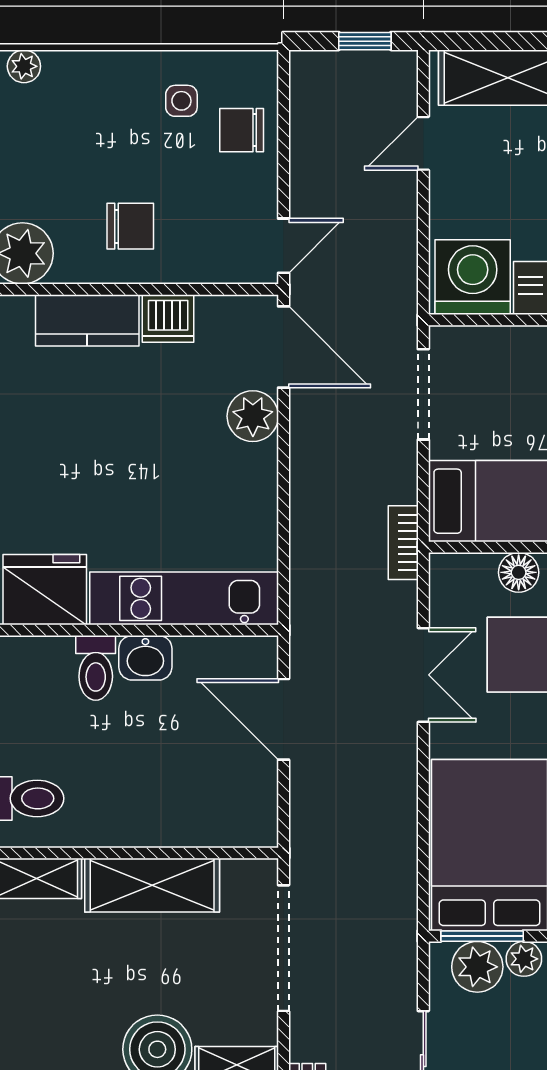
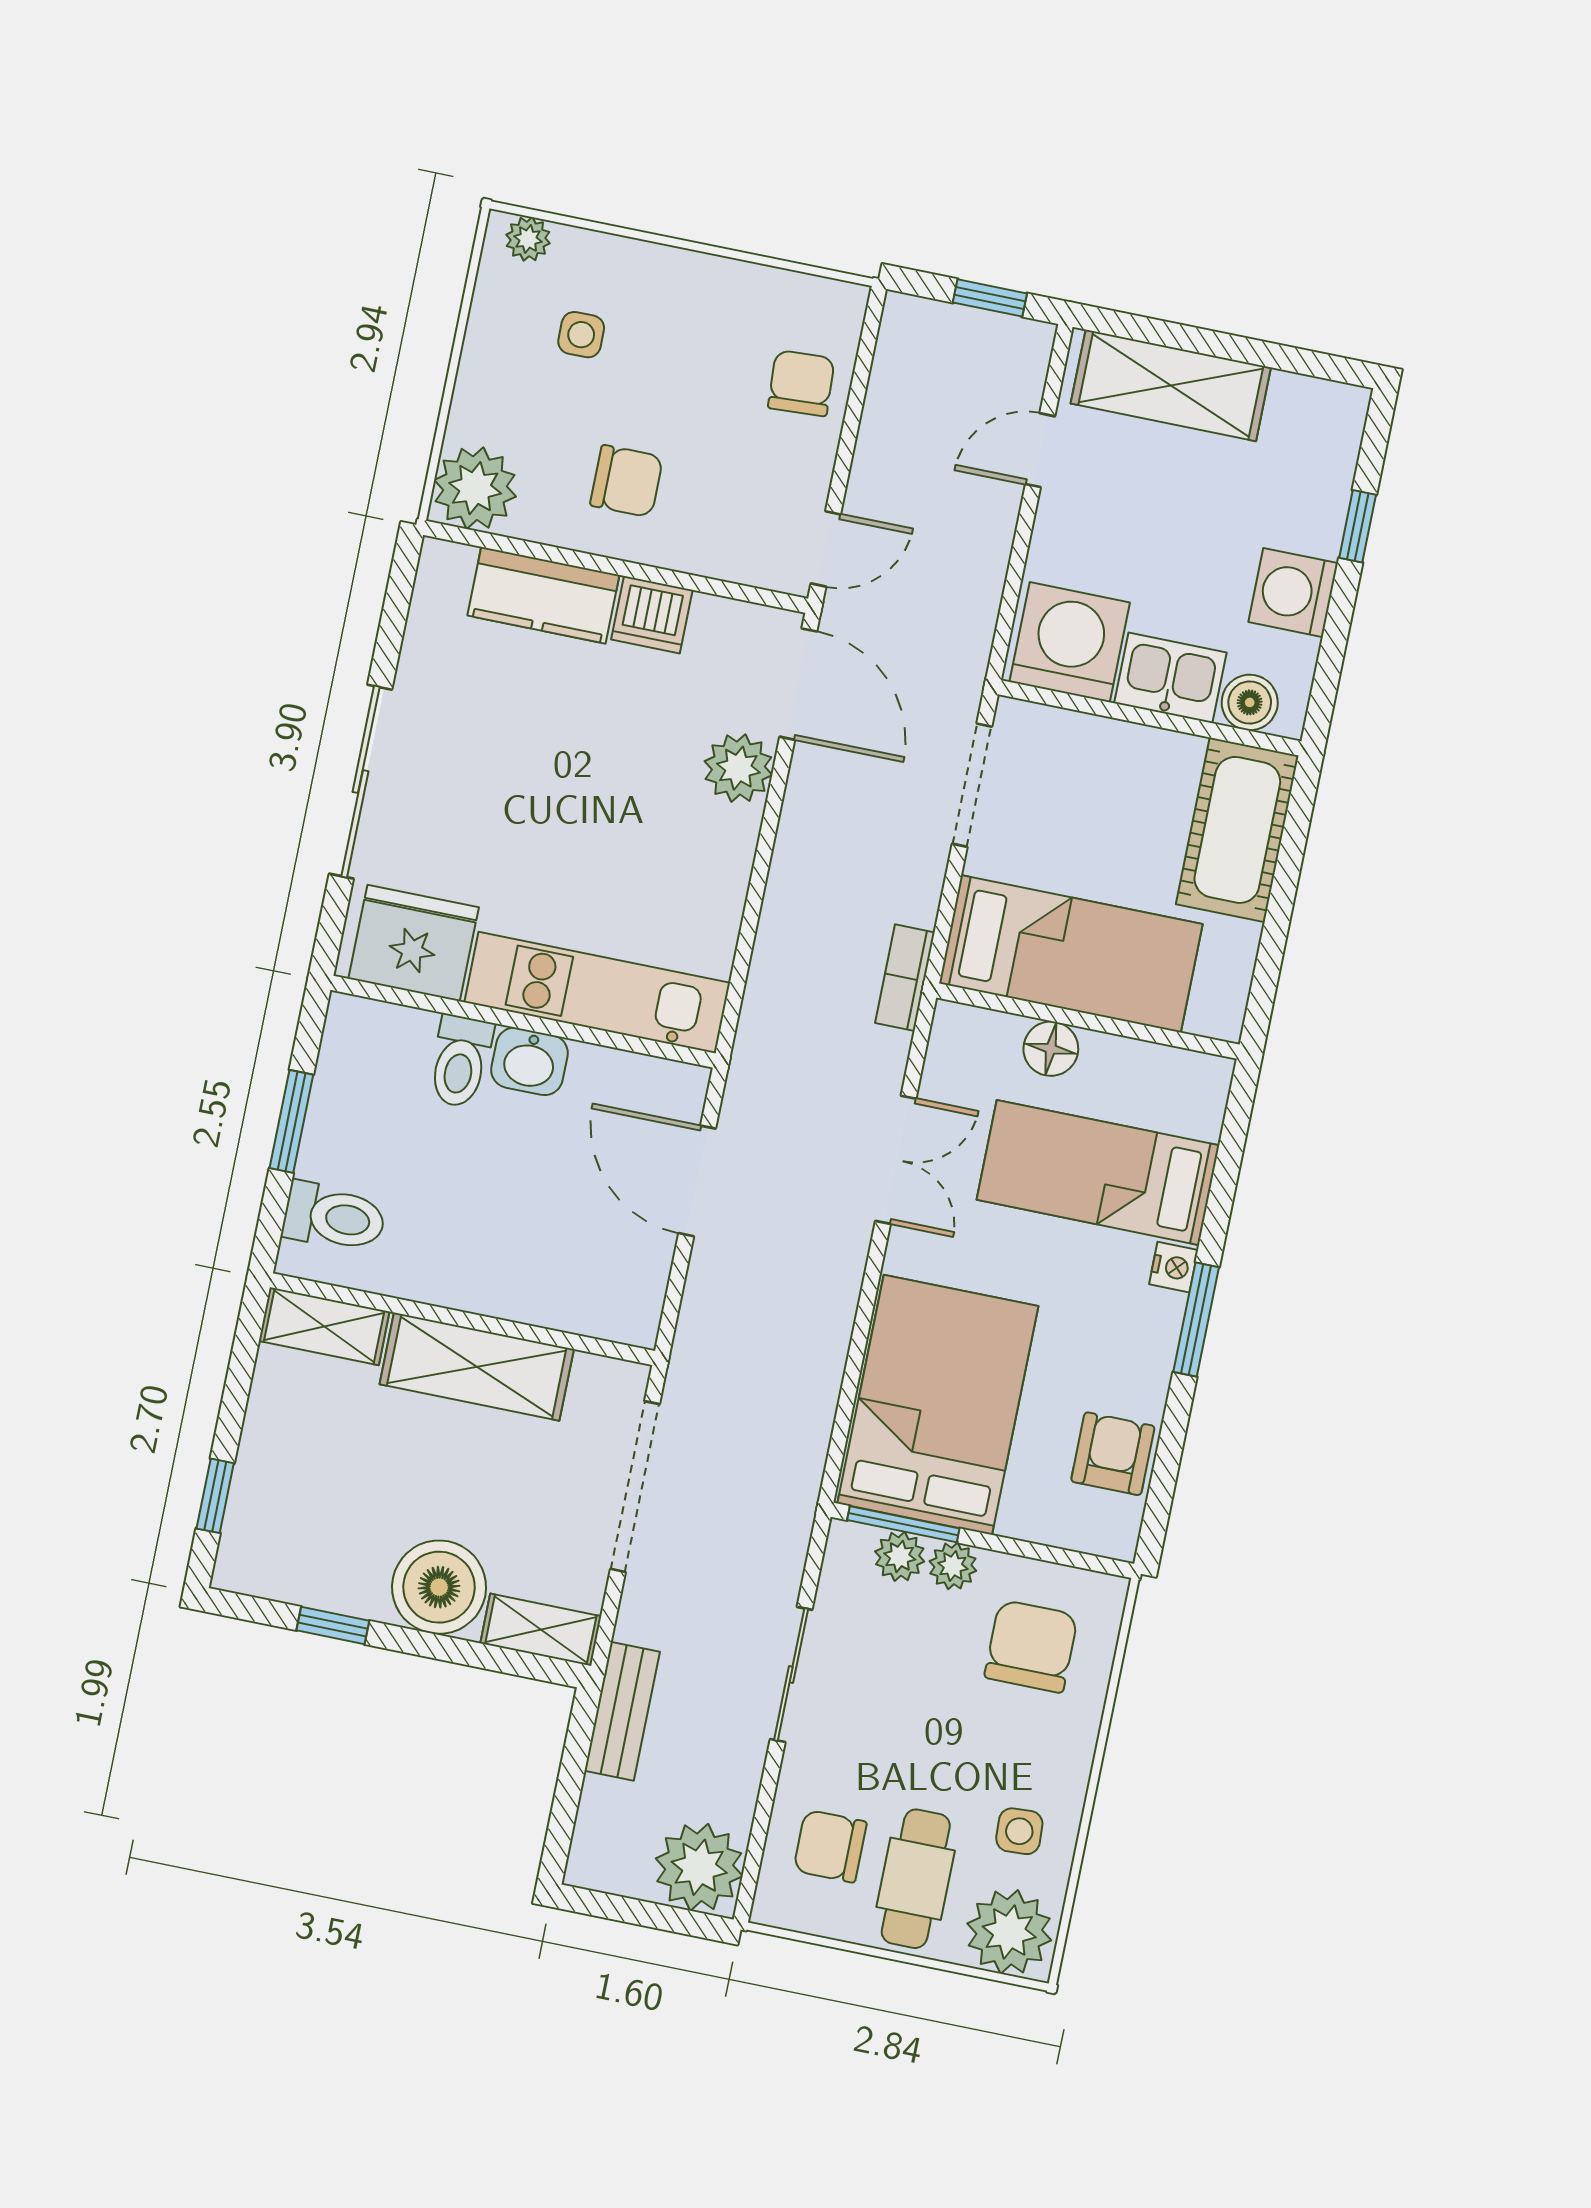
side table: (181, 101) -> (581, 335), moved
chair: (242, 130) -> (801, 383), turned 87
plant: (477, 967) -> (900, 1556), width x0.73, depth x0.73

